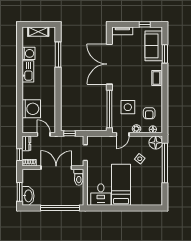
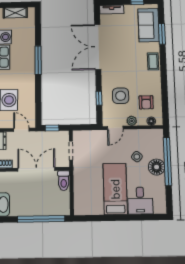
window: (58, 55) -> (38, 60), moved
window: (109, 109) -> (99, 98), width x0.32
floor lamp: (156, 143) -> (157, 167), moved
desk: (101, 195) -> (140, 201), moved

